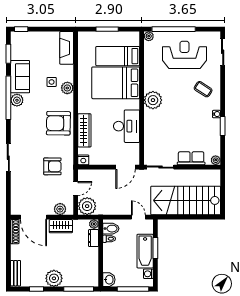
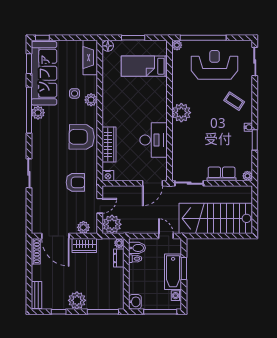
floor lamp: (83, 37) -> (108, 46), added
sofa: (20, 77) -> (44, 73), width x1.85, depth x1.27
bed: (116, 83) -> (142, 94), removed

